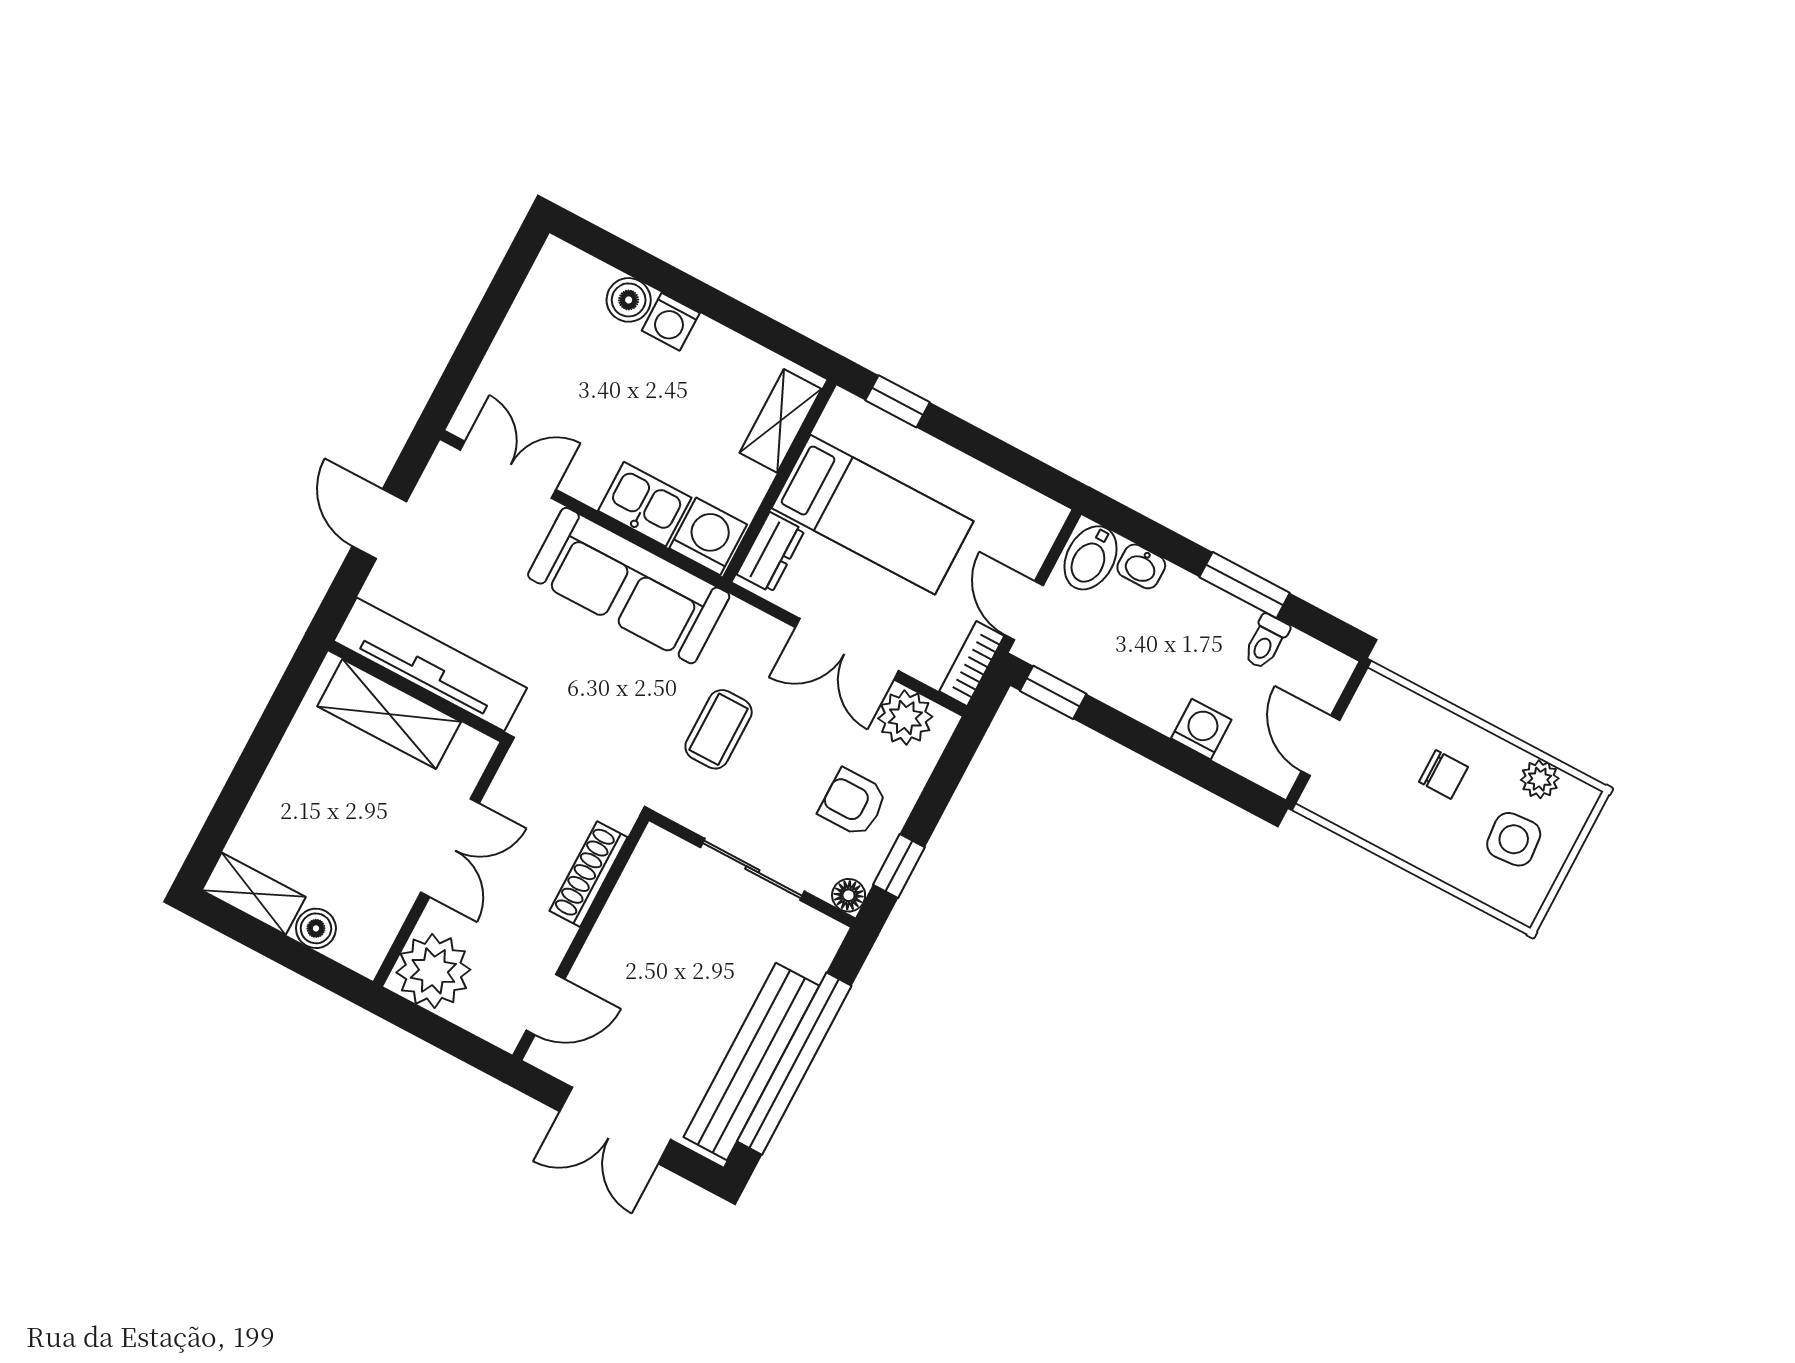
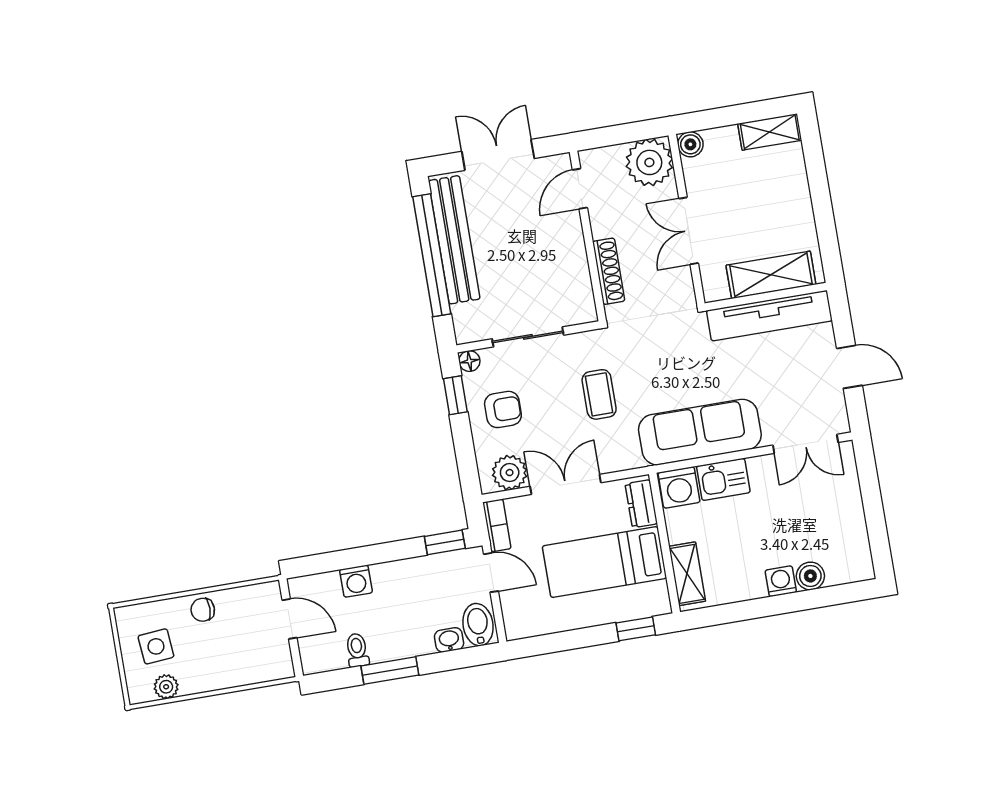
chair: (1443, 774) -> (203, 610), moved
boiler: (316, 928) -> (690, 144), moved

